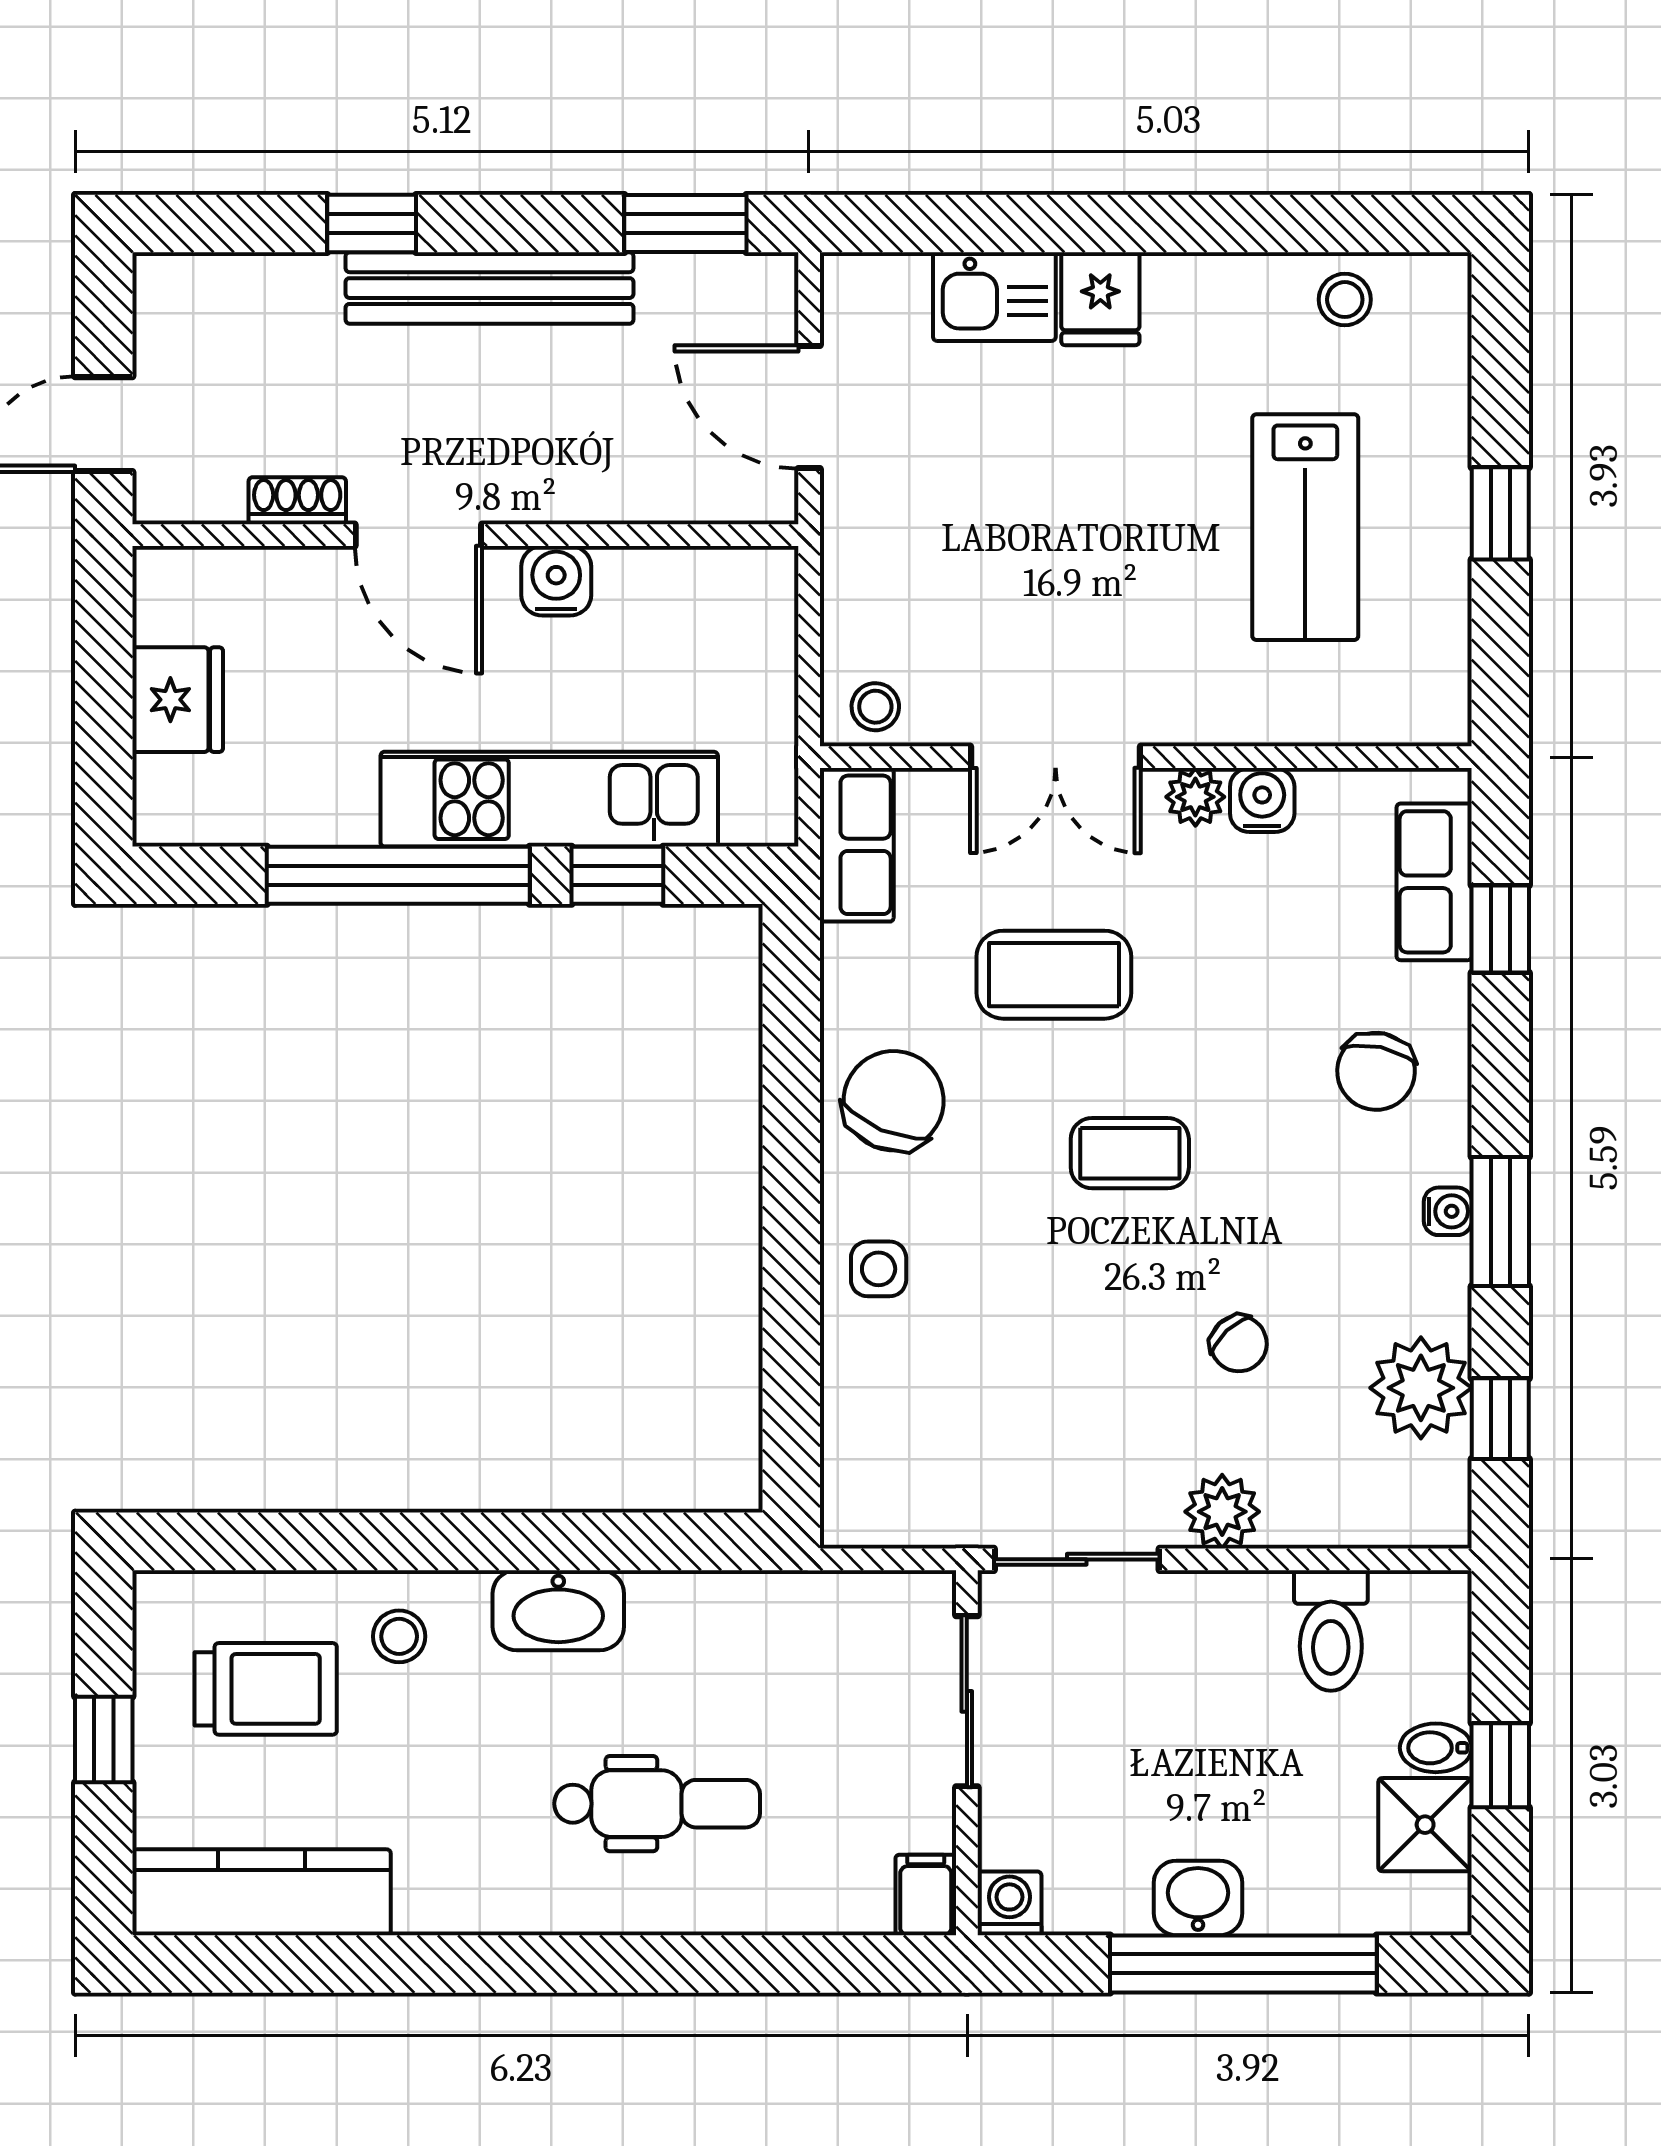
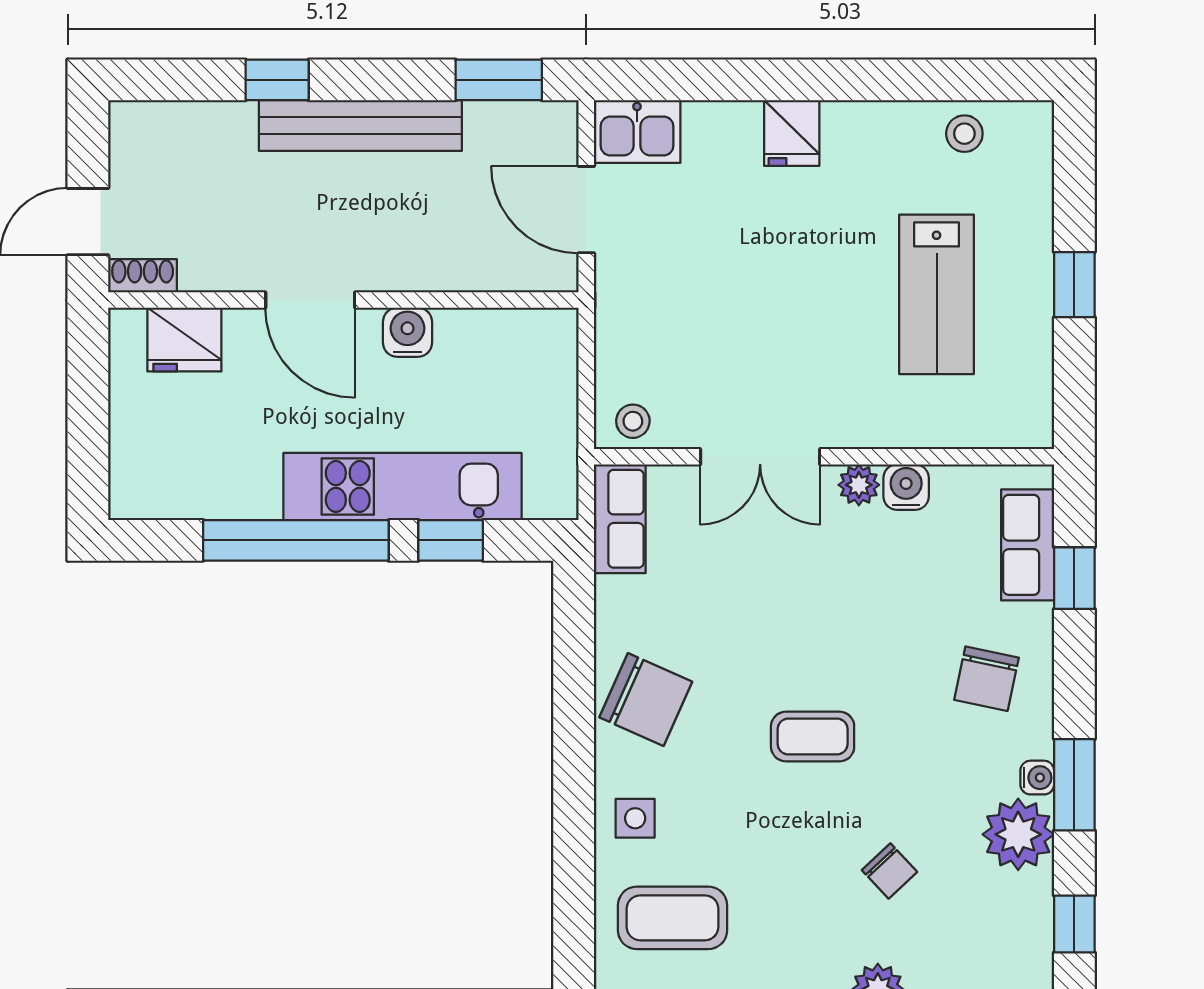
kitchen sink: (994, 297) -> (637, 132), moved
shoe rack: (297, 501) -> (143, 276), moved
fridge: (178, 700) -> (184, 340), moved, turned 90
coffee table: (1054, 975) -> (673, 918), moved
chair: (894, 1101) -> (646, 700), turned 91
plant: (1421, 1388) -> (1018, 834), moved

